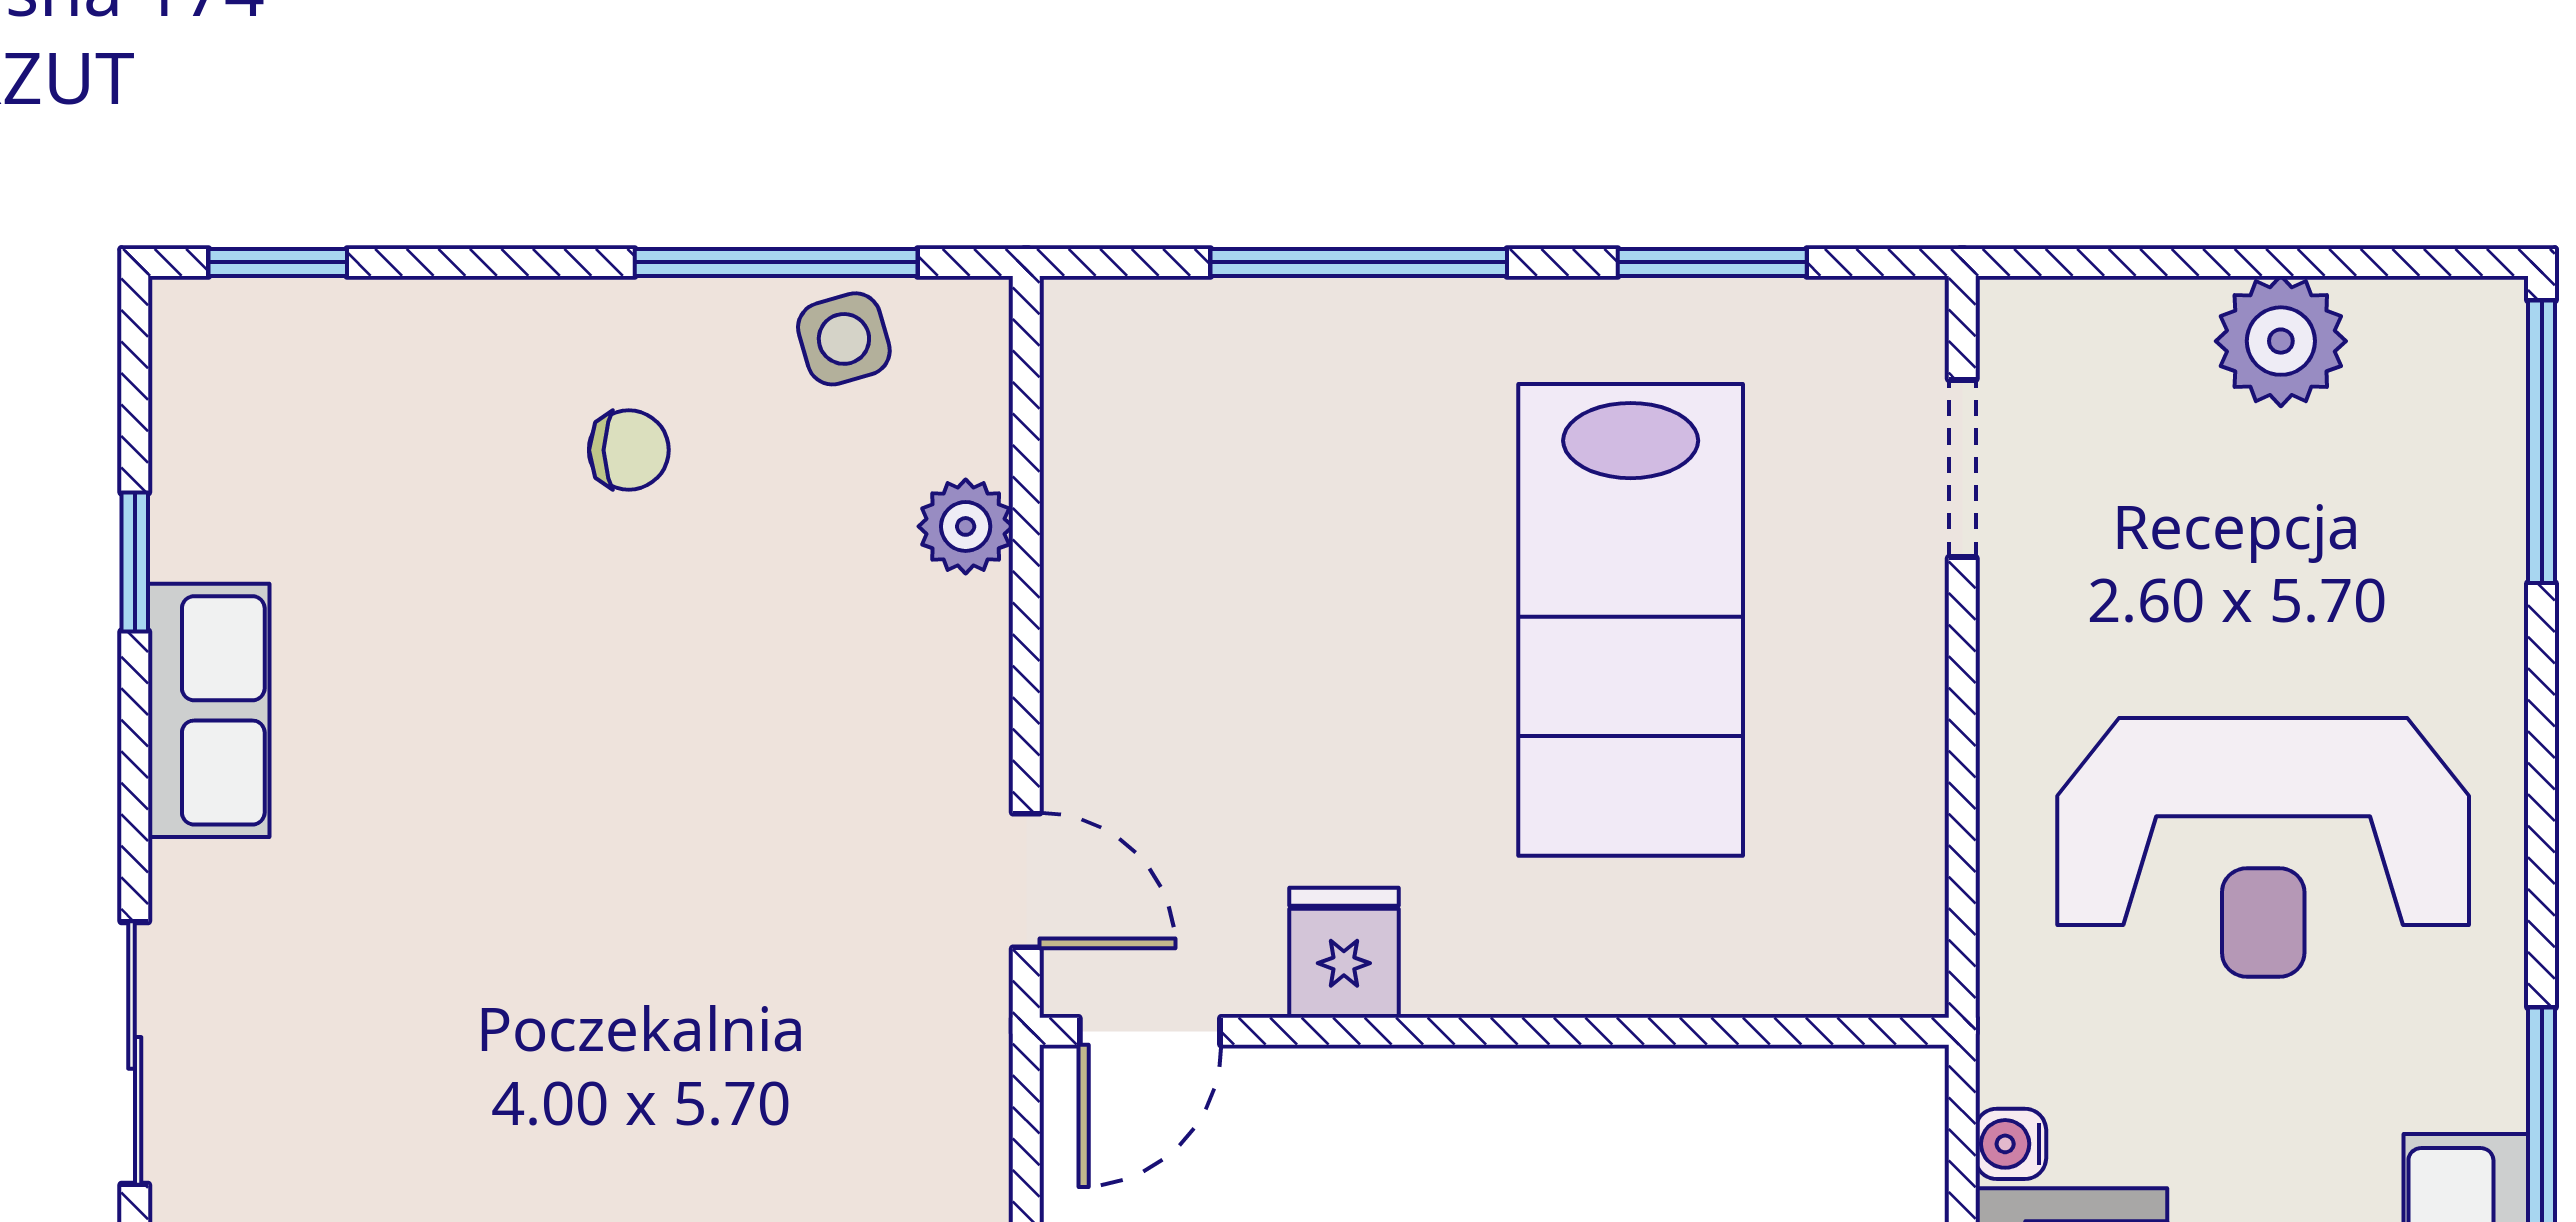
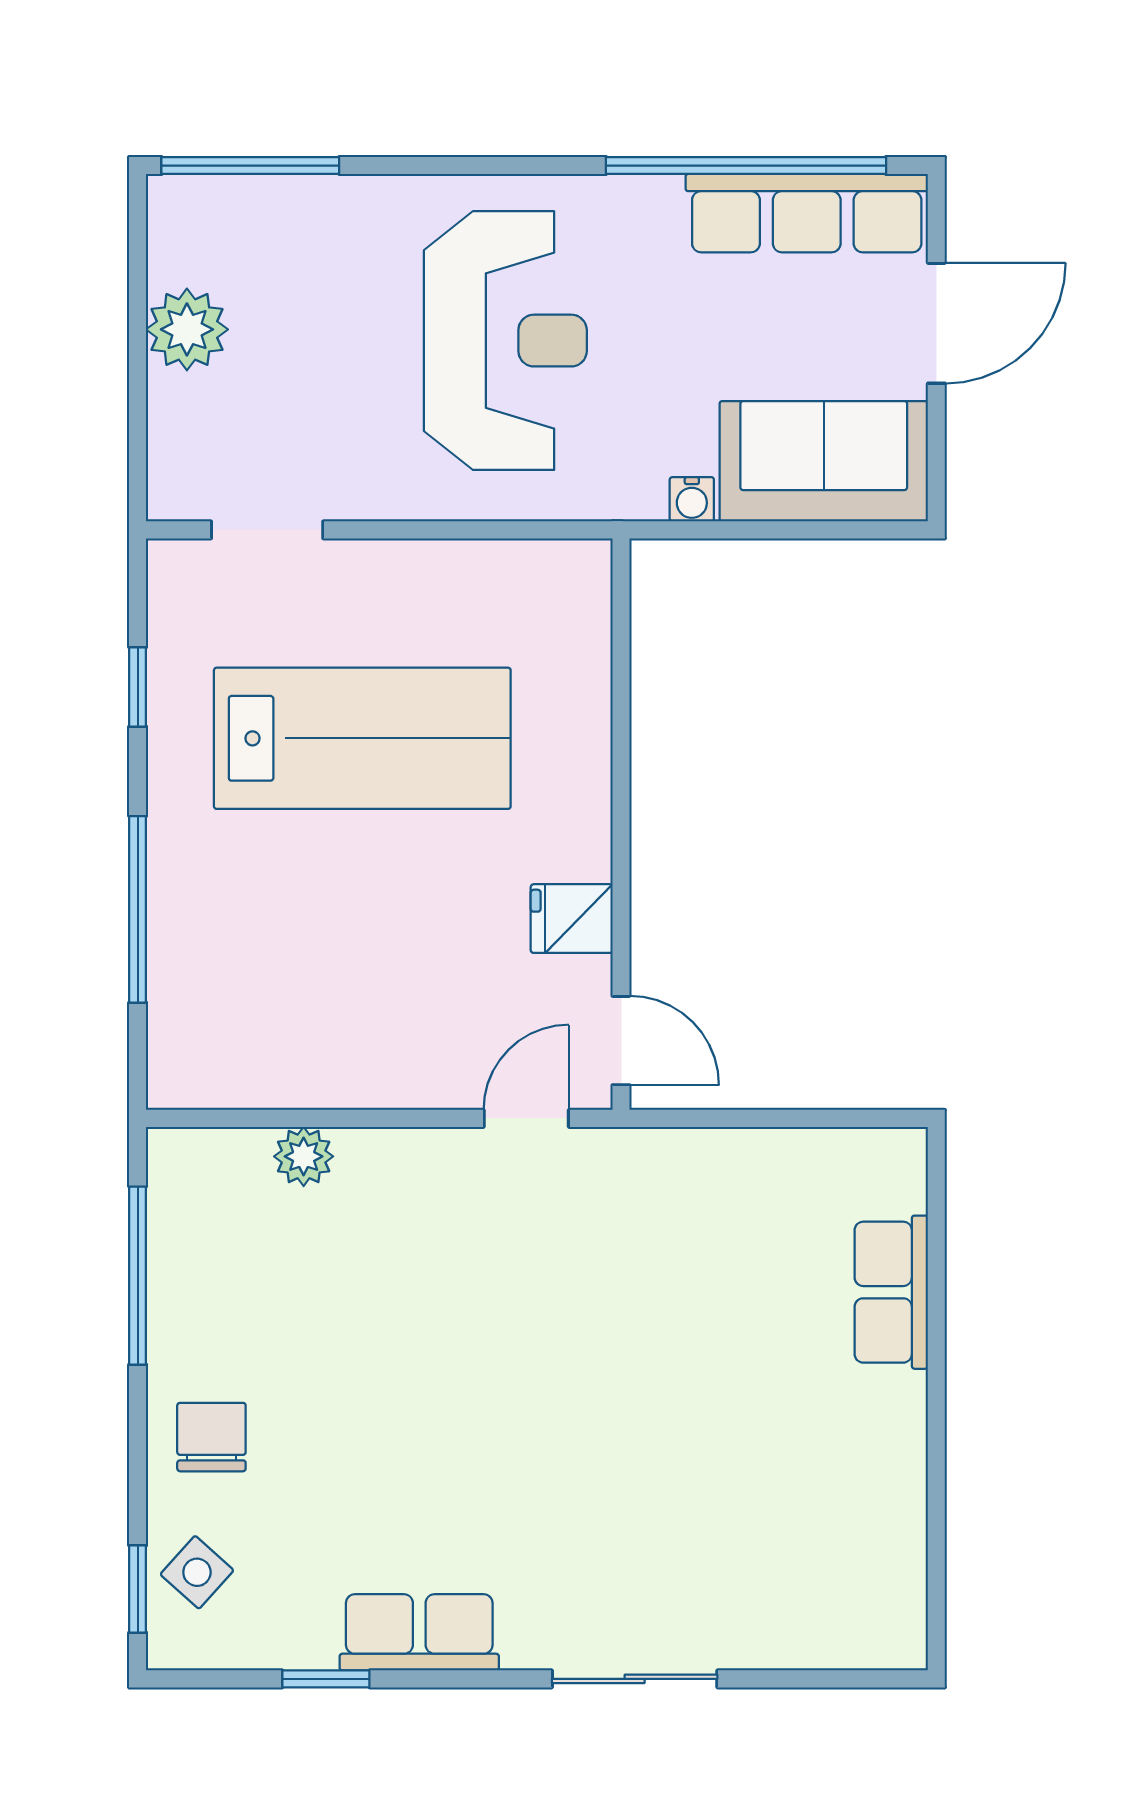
window: (1712, 262) -> (138, 687), width x0.67
side table: (844, 339) -> (197, 1572), moved, turned -32
chair: (629, 450) -> (211, 1437), moved, width x1.37, depth x1.37

